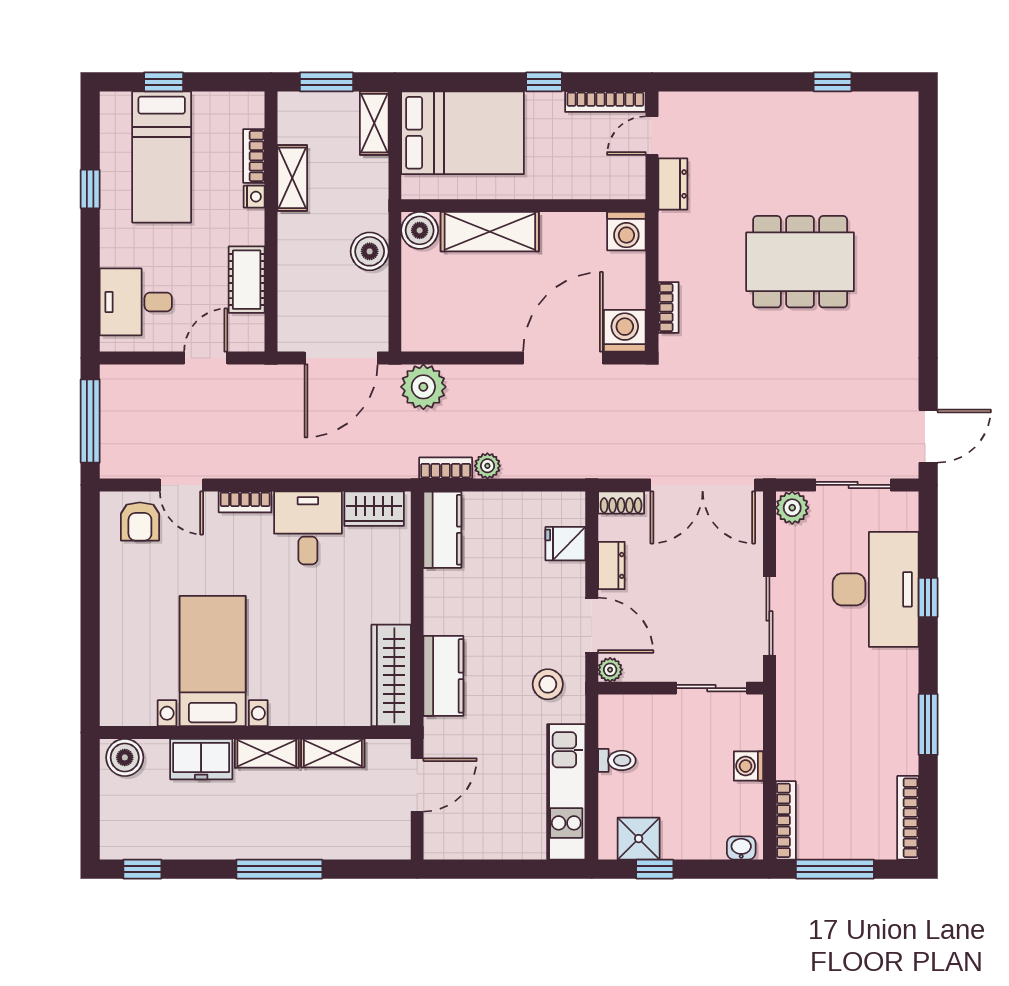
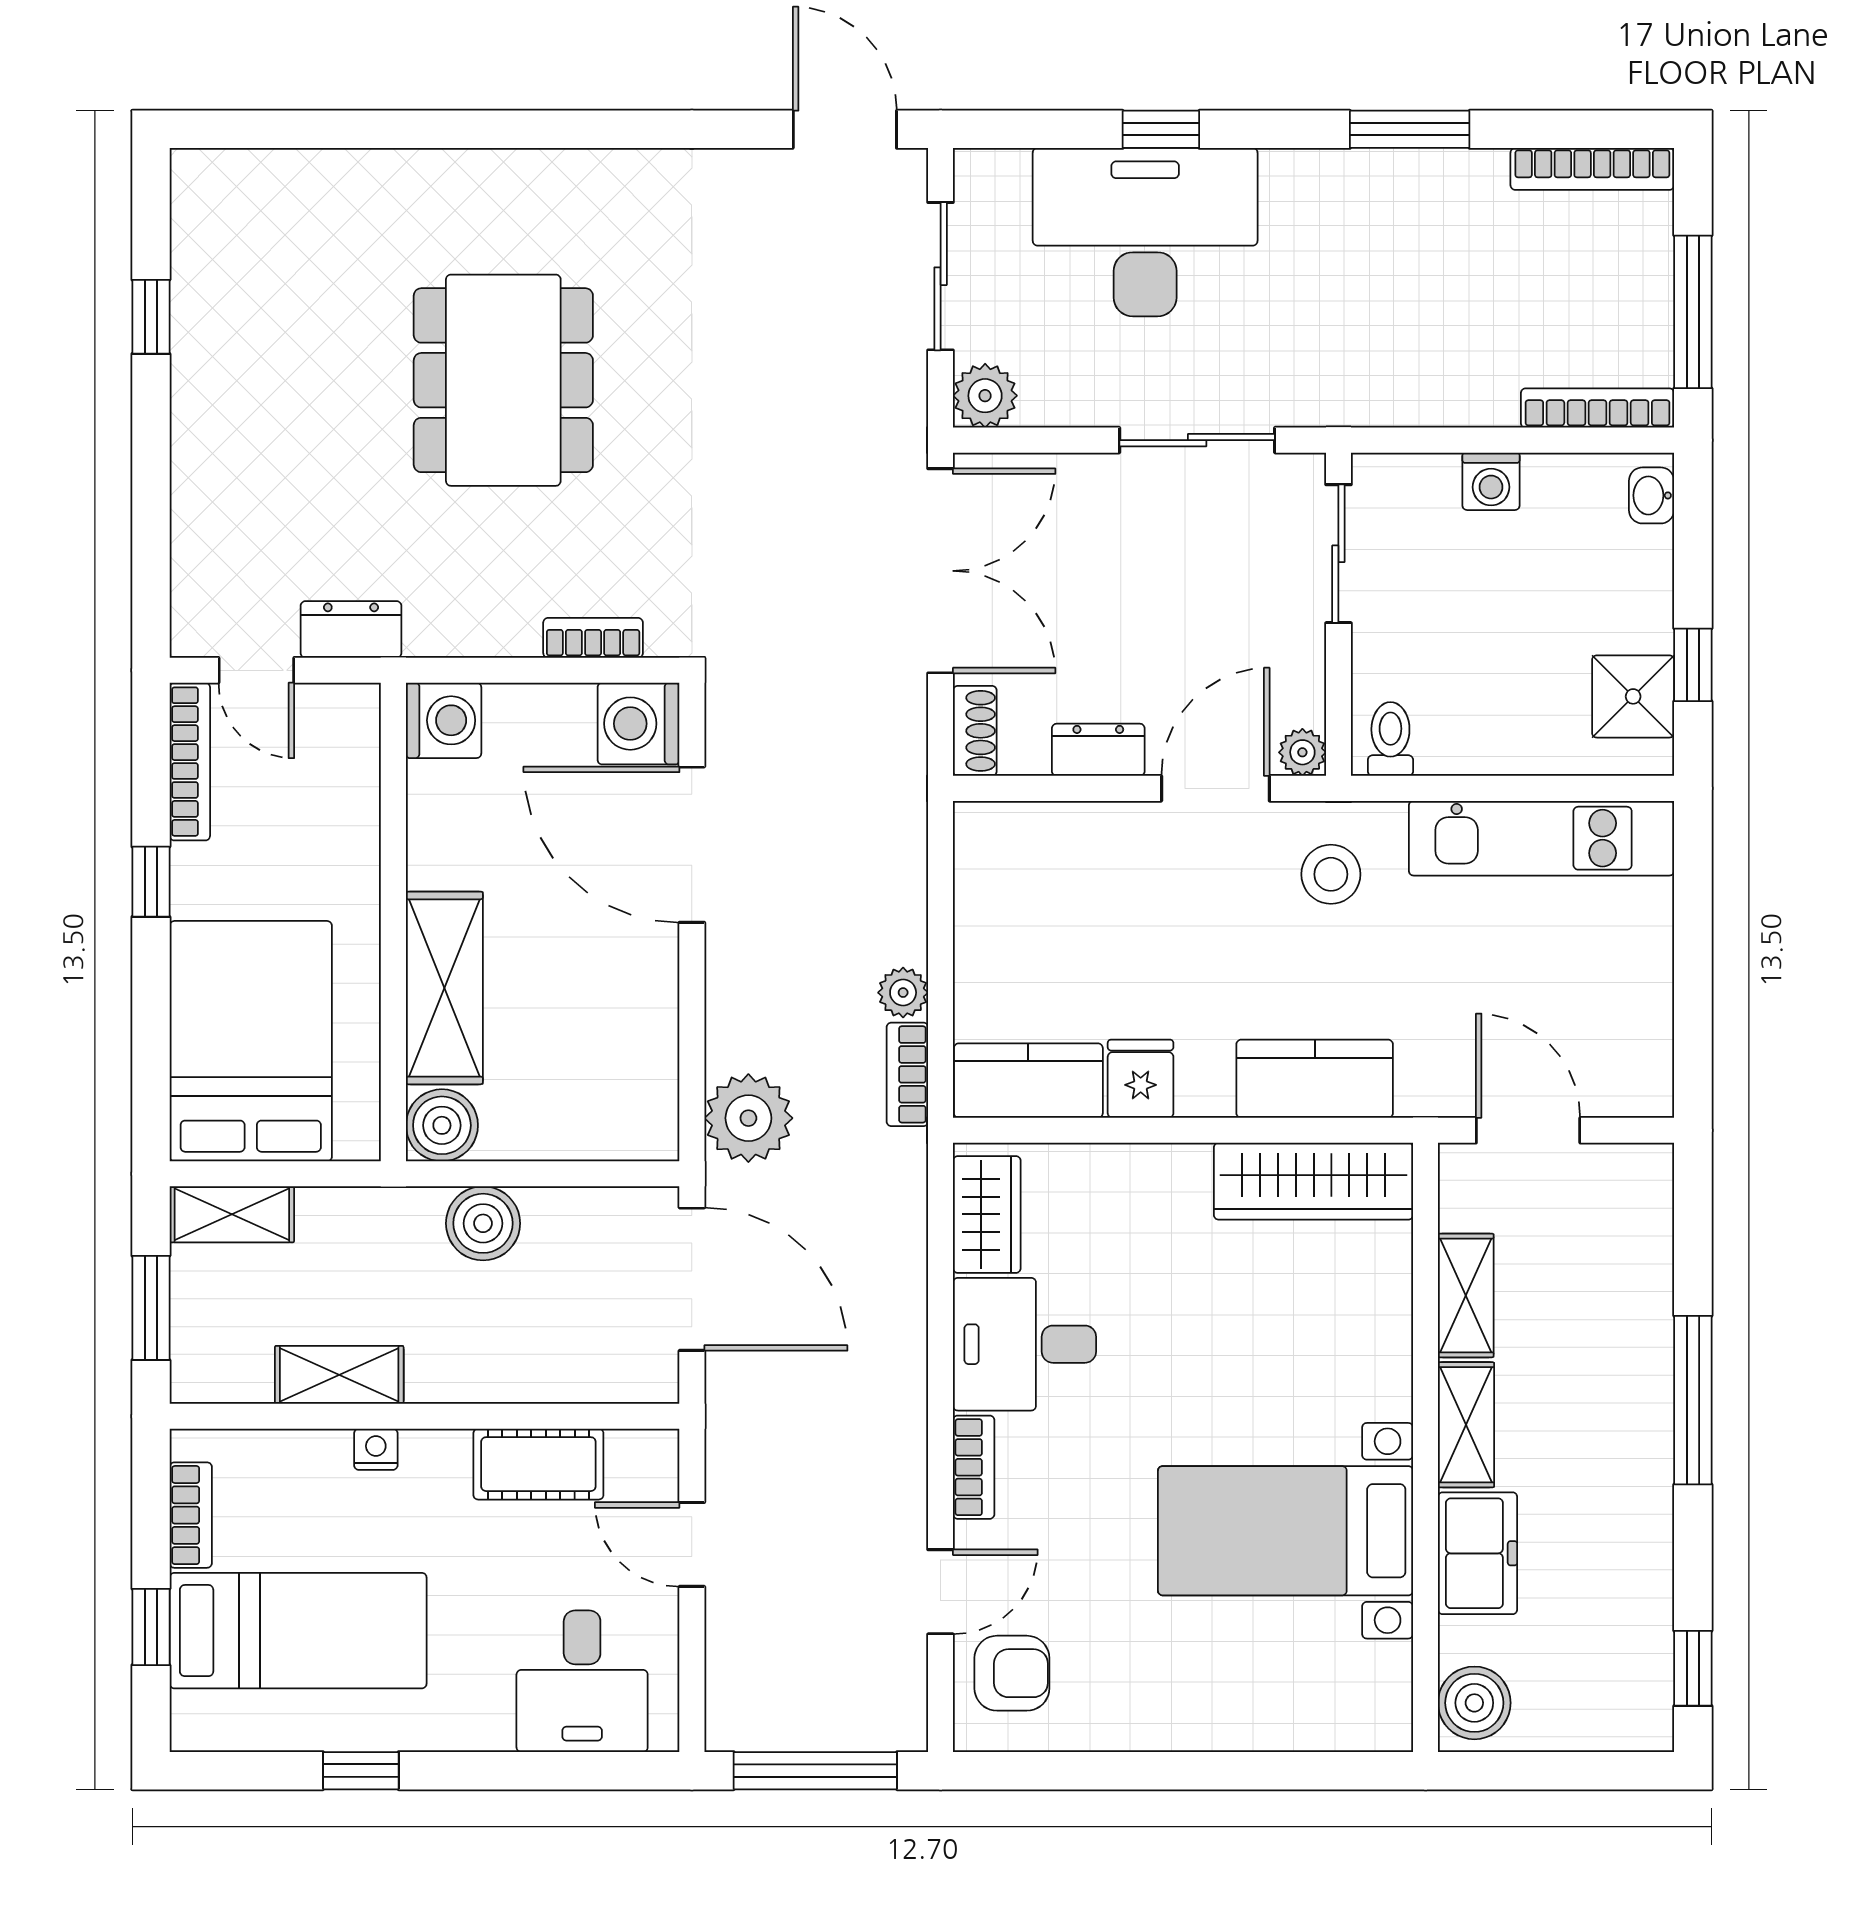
bookcase: (254, 156) -> (191, 1515), moved, turned -90
fridge: (565, 544) -> (1141, 1079), moved, turned 180
toilet: (617, 760) -> (1390, 739), moved

